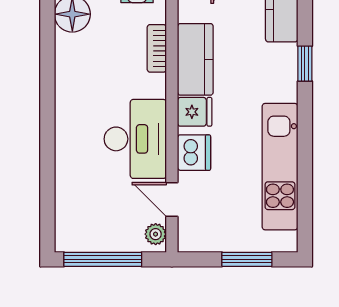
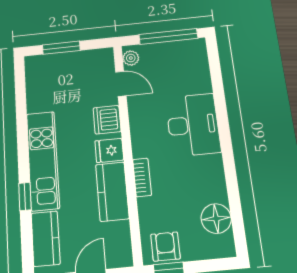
bookcase: (157, 48) -> (142, 177), moved
desk: (135, 139) -> (193, 125), moved, turned 180
kitchen unit: (280, 167) -> (43, 160), moved

